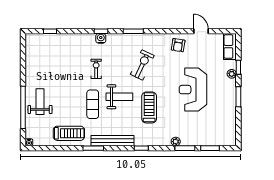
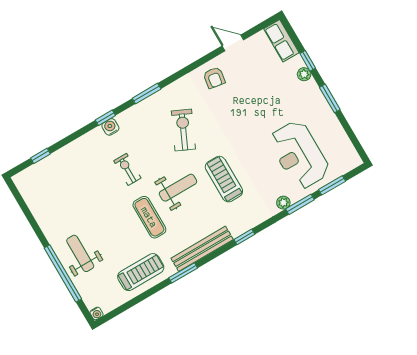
reception desk: (193, 90) -> (299, 155), moved

